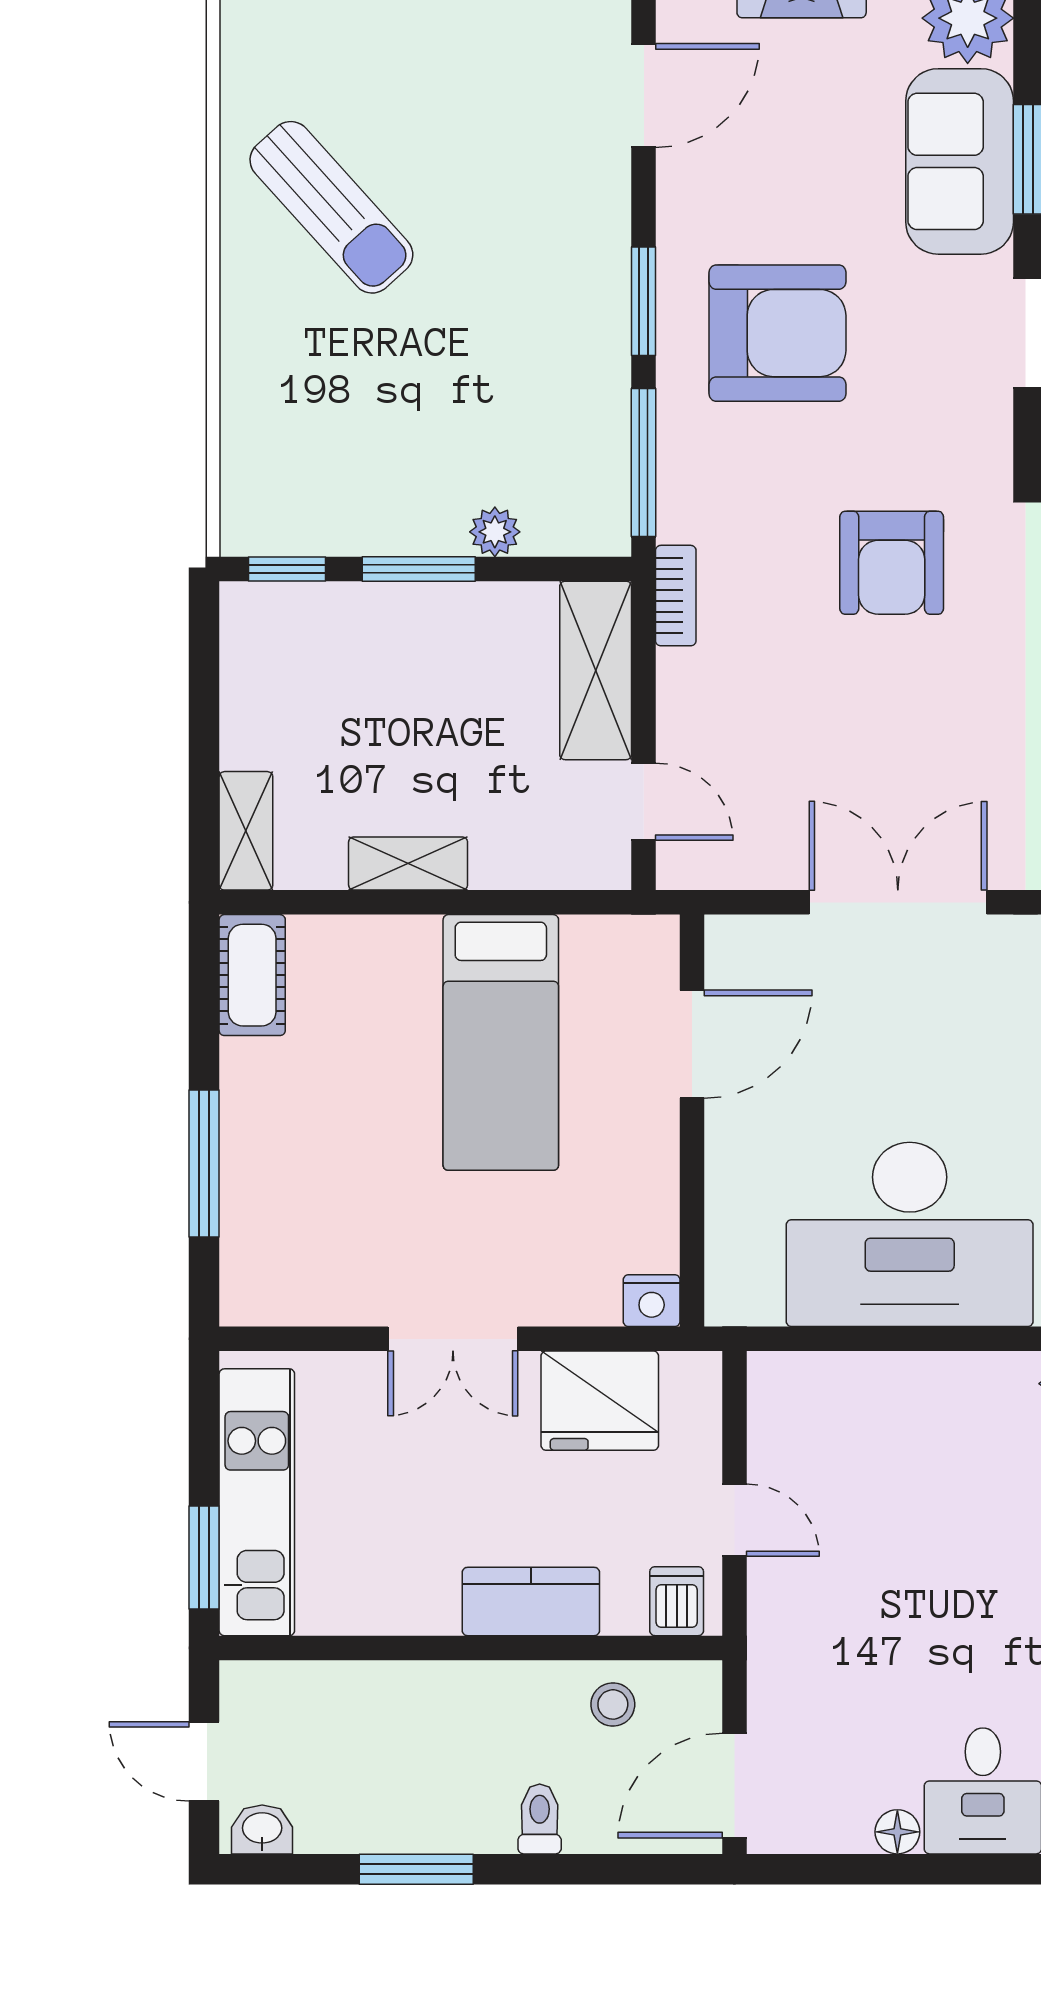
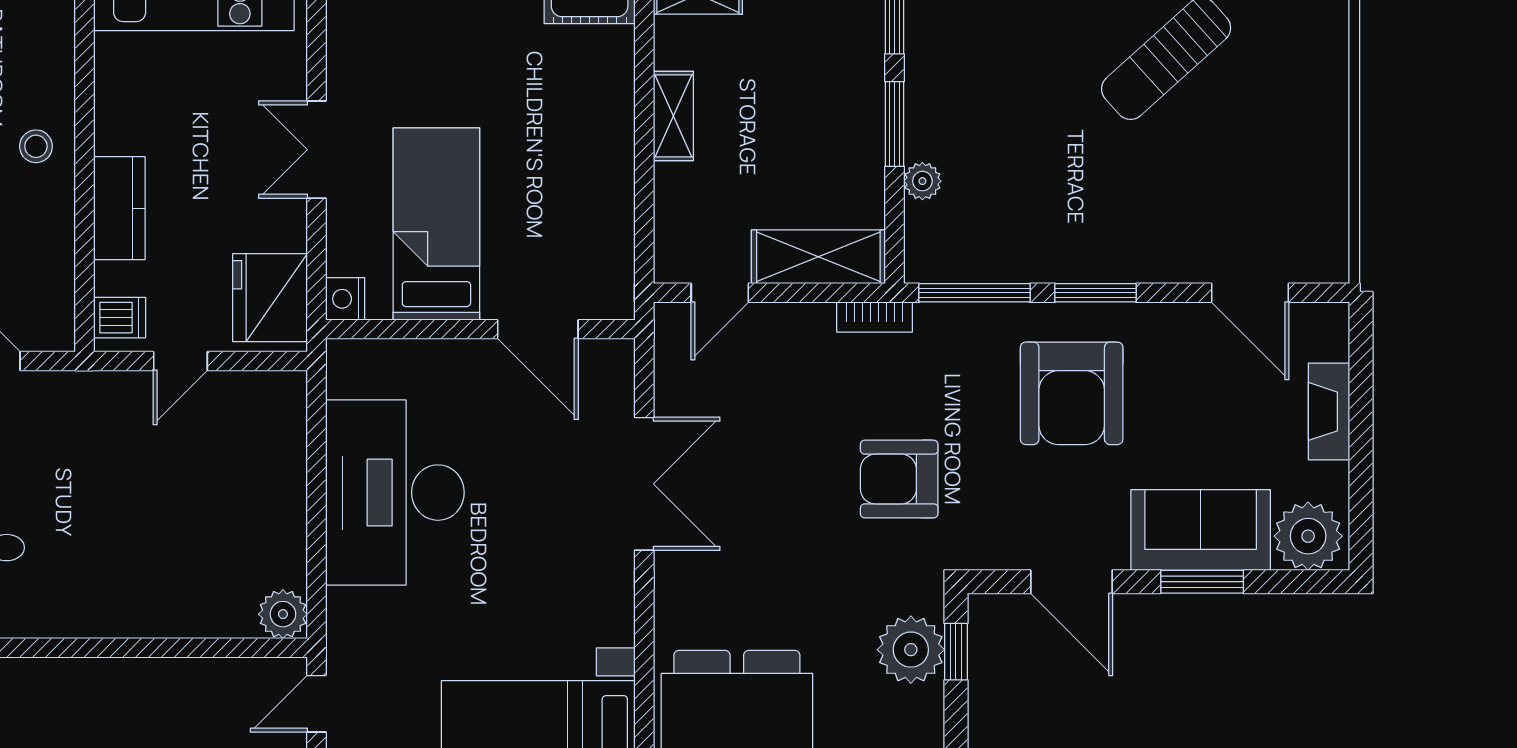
bed: (501, 1042) -> (436, 224), moved, turned 90
fridge: (600, 1401) -> (270, 298), moved
stool: (613, 1704) -> (36, 146), moved

